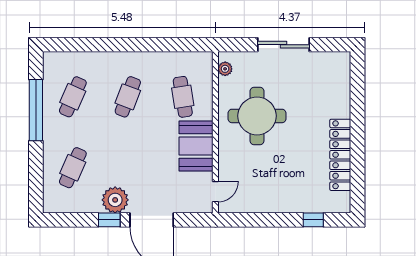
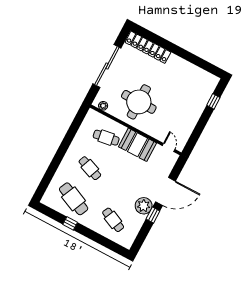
sliding door: (283, 45) -> (107, 66), width x1.36
cafe table: (73, 97) -> (74, 199), width x1.37, depth x1.35
window: (36, 110) -> (70, 223), width x0.32
locker: (340, 155) -> (148, 47), moved

